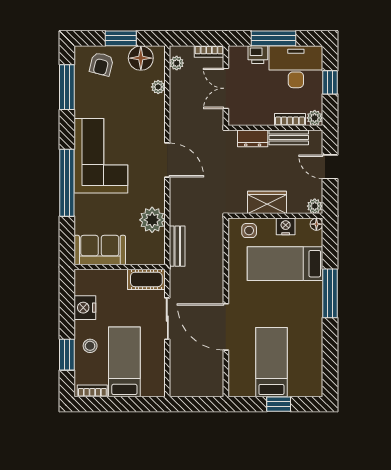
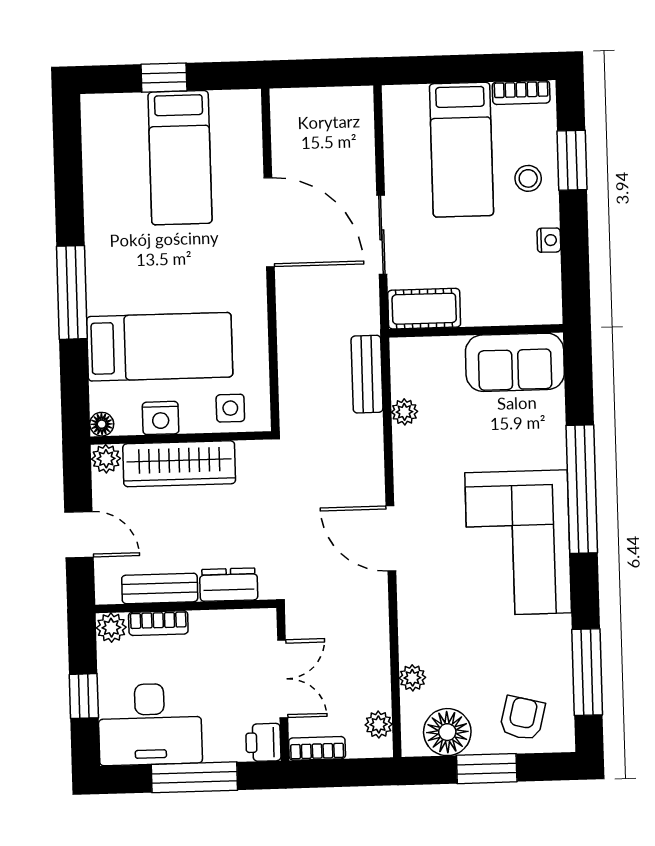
printer: (258, 55) -> (263, 742), moved, turned -90
wardrobe: (267, 202) -> (179, 464), width x1.50
plant: (152, 220) -> (404, 412), width x0.53, depth x0.53
nightstand: (85, 308) -> (549, 240), width x0.53, depth x0.56

